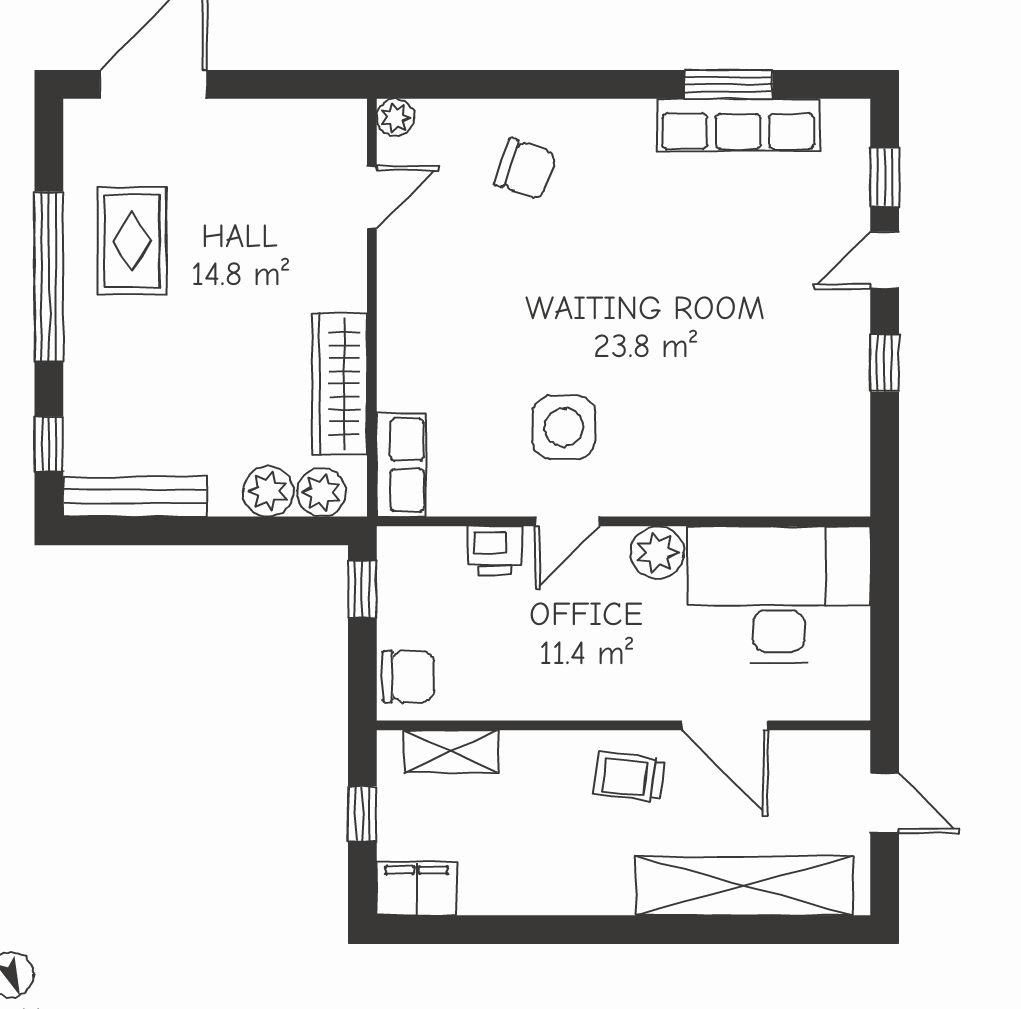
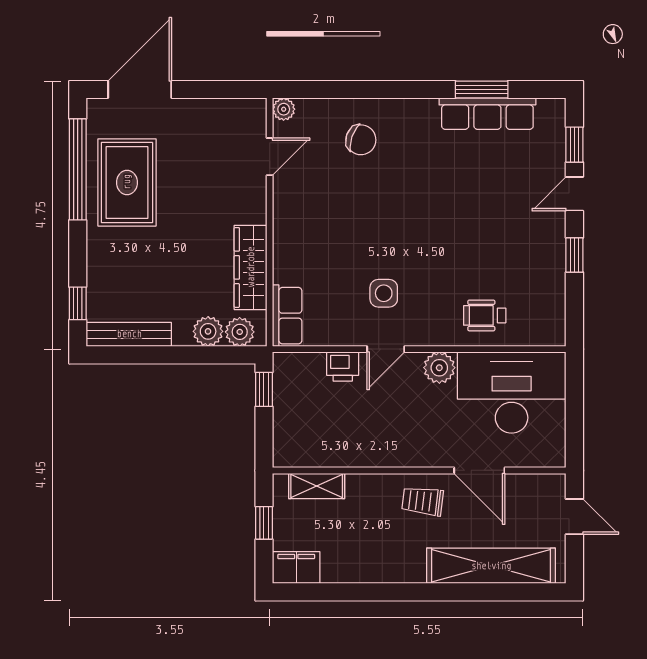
rug: (132, 241) -> (127, 182), width x1.36, depth x1.43
window: (49, 277) -> (78, 169), moved
side table: (564, 427) -> (384, 293), width x0.73, depth x0.73
wheelchair: (734, 465) -> (485, 315), added
chair: (408, 676) -> (291, 441), removed

